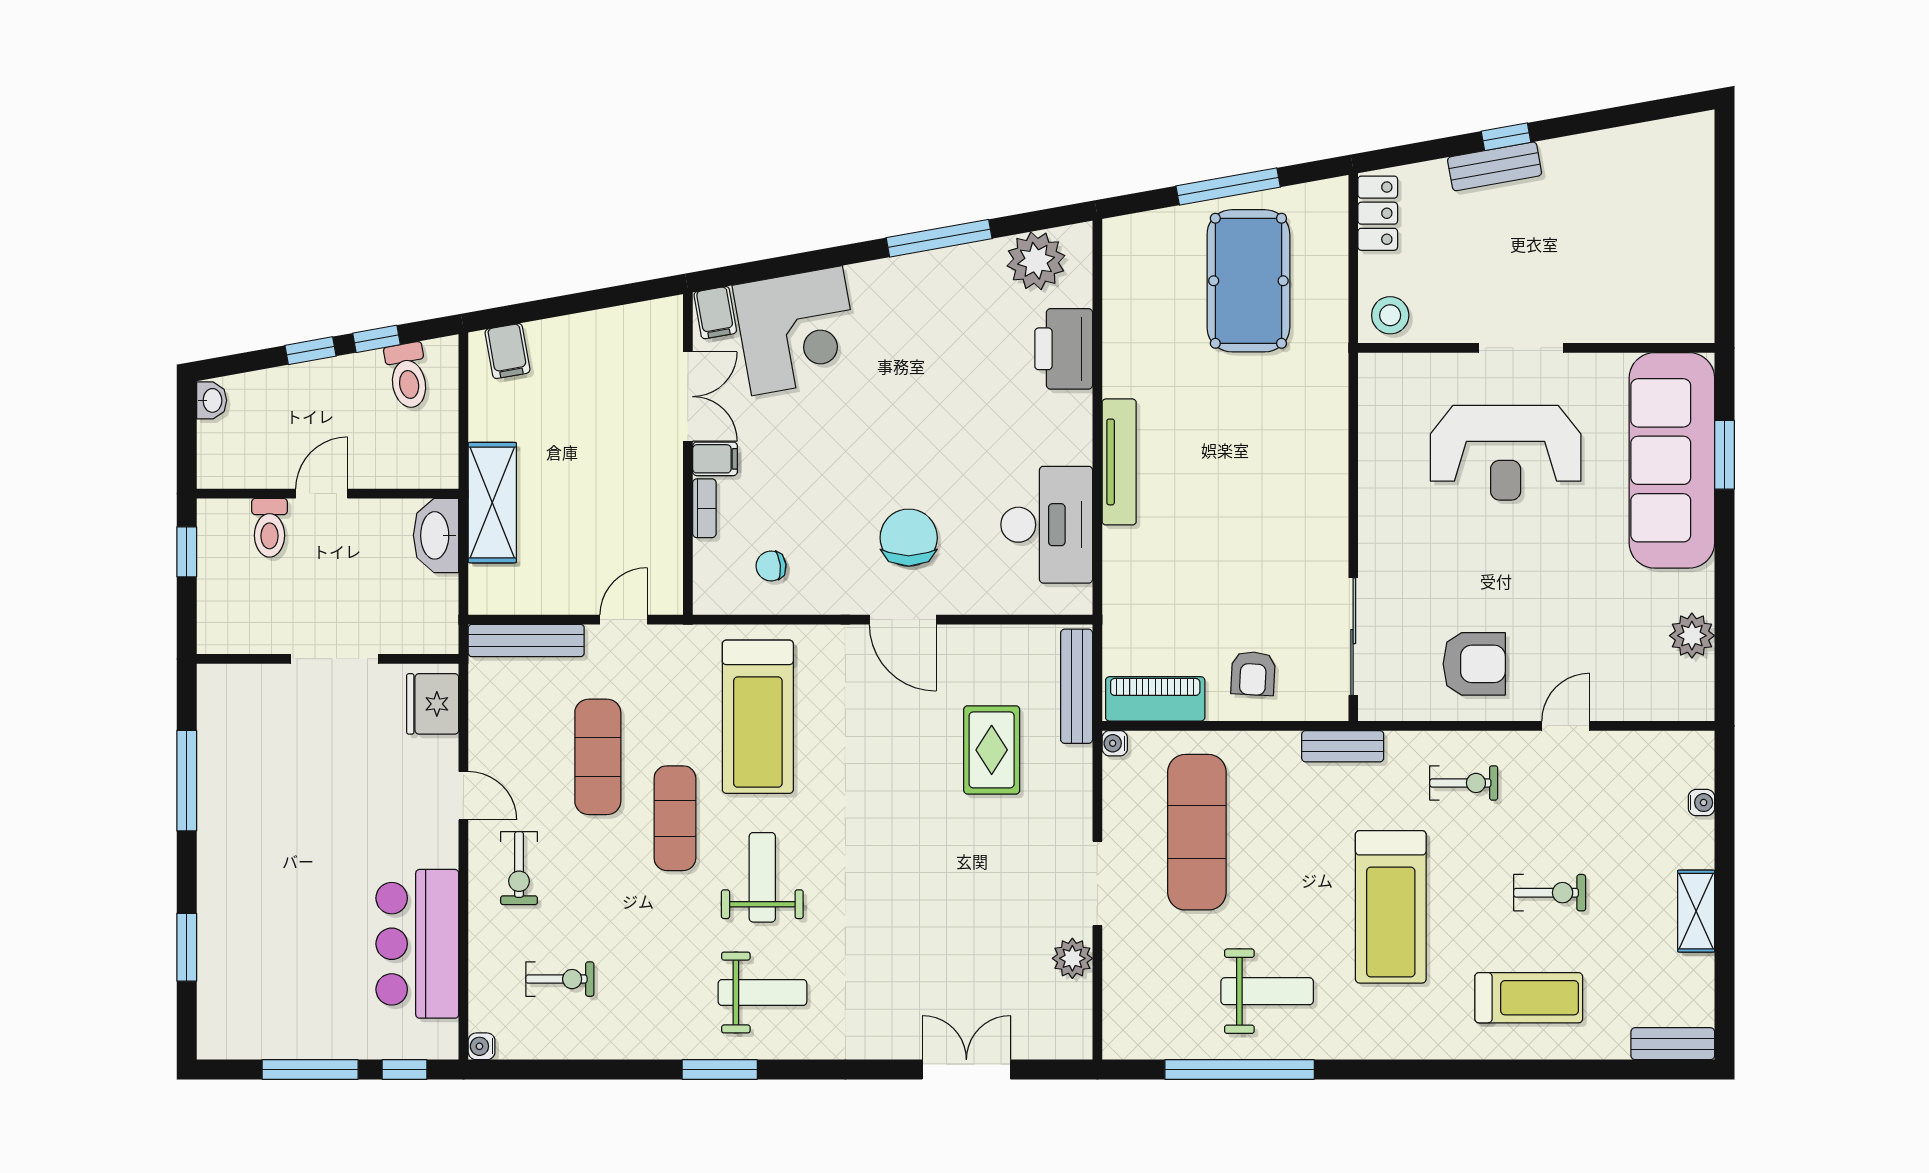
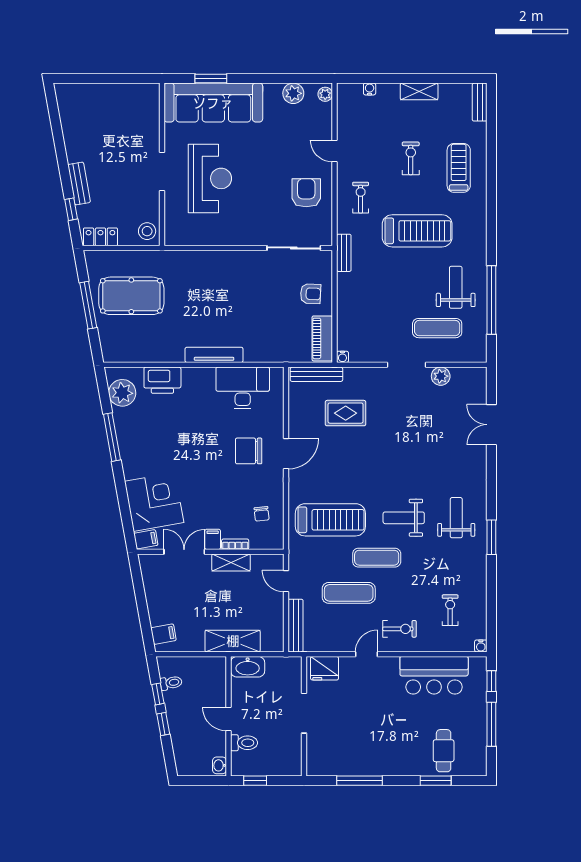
window: (1506, 137) -> (71, 209), moved
toilet: (408, 376) -> (171, 683), width x0.73, depth x0.72
washbasin: (212, 400) -> (219, 765), moved, turned -90
shelving: (664, 499) -> (231, 563), added
plant: (1690, 705) -> (325, 94), added
exercise mat: (1197, 832) -> (437, 328), moved, width x0.73, depth x0.69
cafe table: (252, 965) -> (444, 751), added

